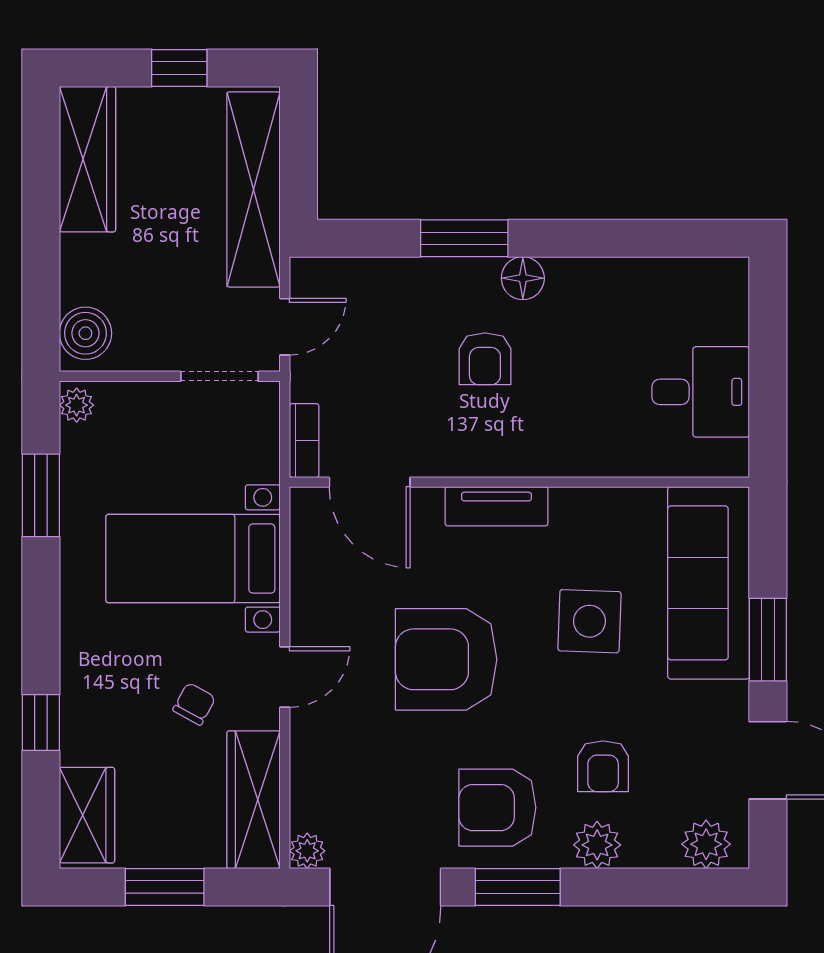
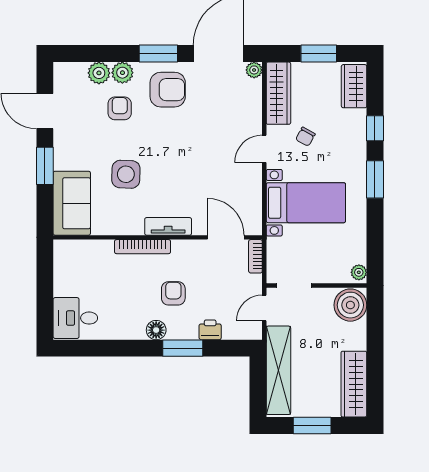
window: (179, 68) -> (312, 425), width x1.50
printer: (404, 279) -> (210, 330), added
boiler: (85, 333) -> (350, 305), width x1.37, depth x1.37
desk: (701, 392) -> (75, 318), moved
bookcase: (553, 462) -> (143, 247), added
window: (41, 495) -> (375, 179), moved
sofa: (709, 583) -> (72, 203), width x0.73
armchair: (446, 659) -> (191, 157), removed
plant: (706, 844) -> (99, 73), moved

